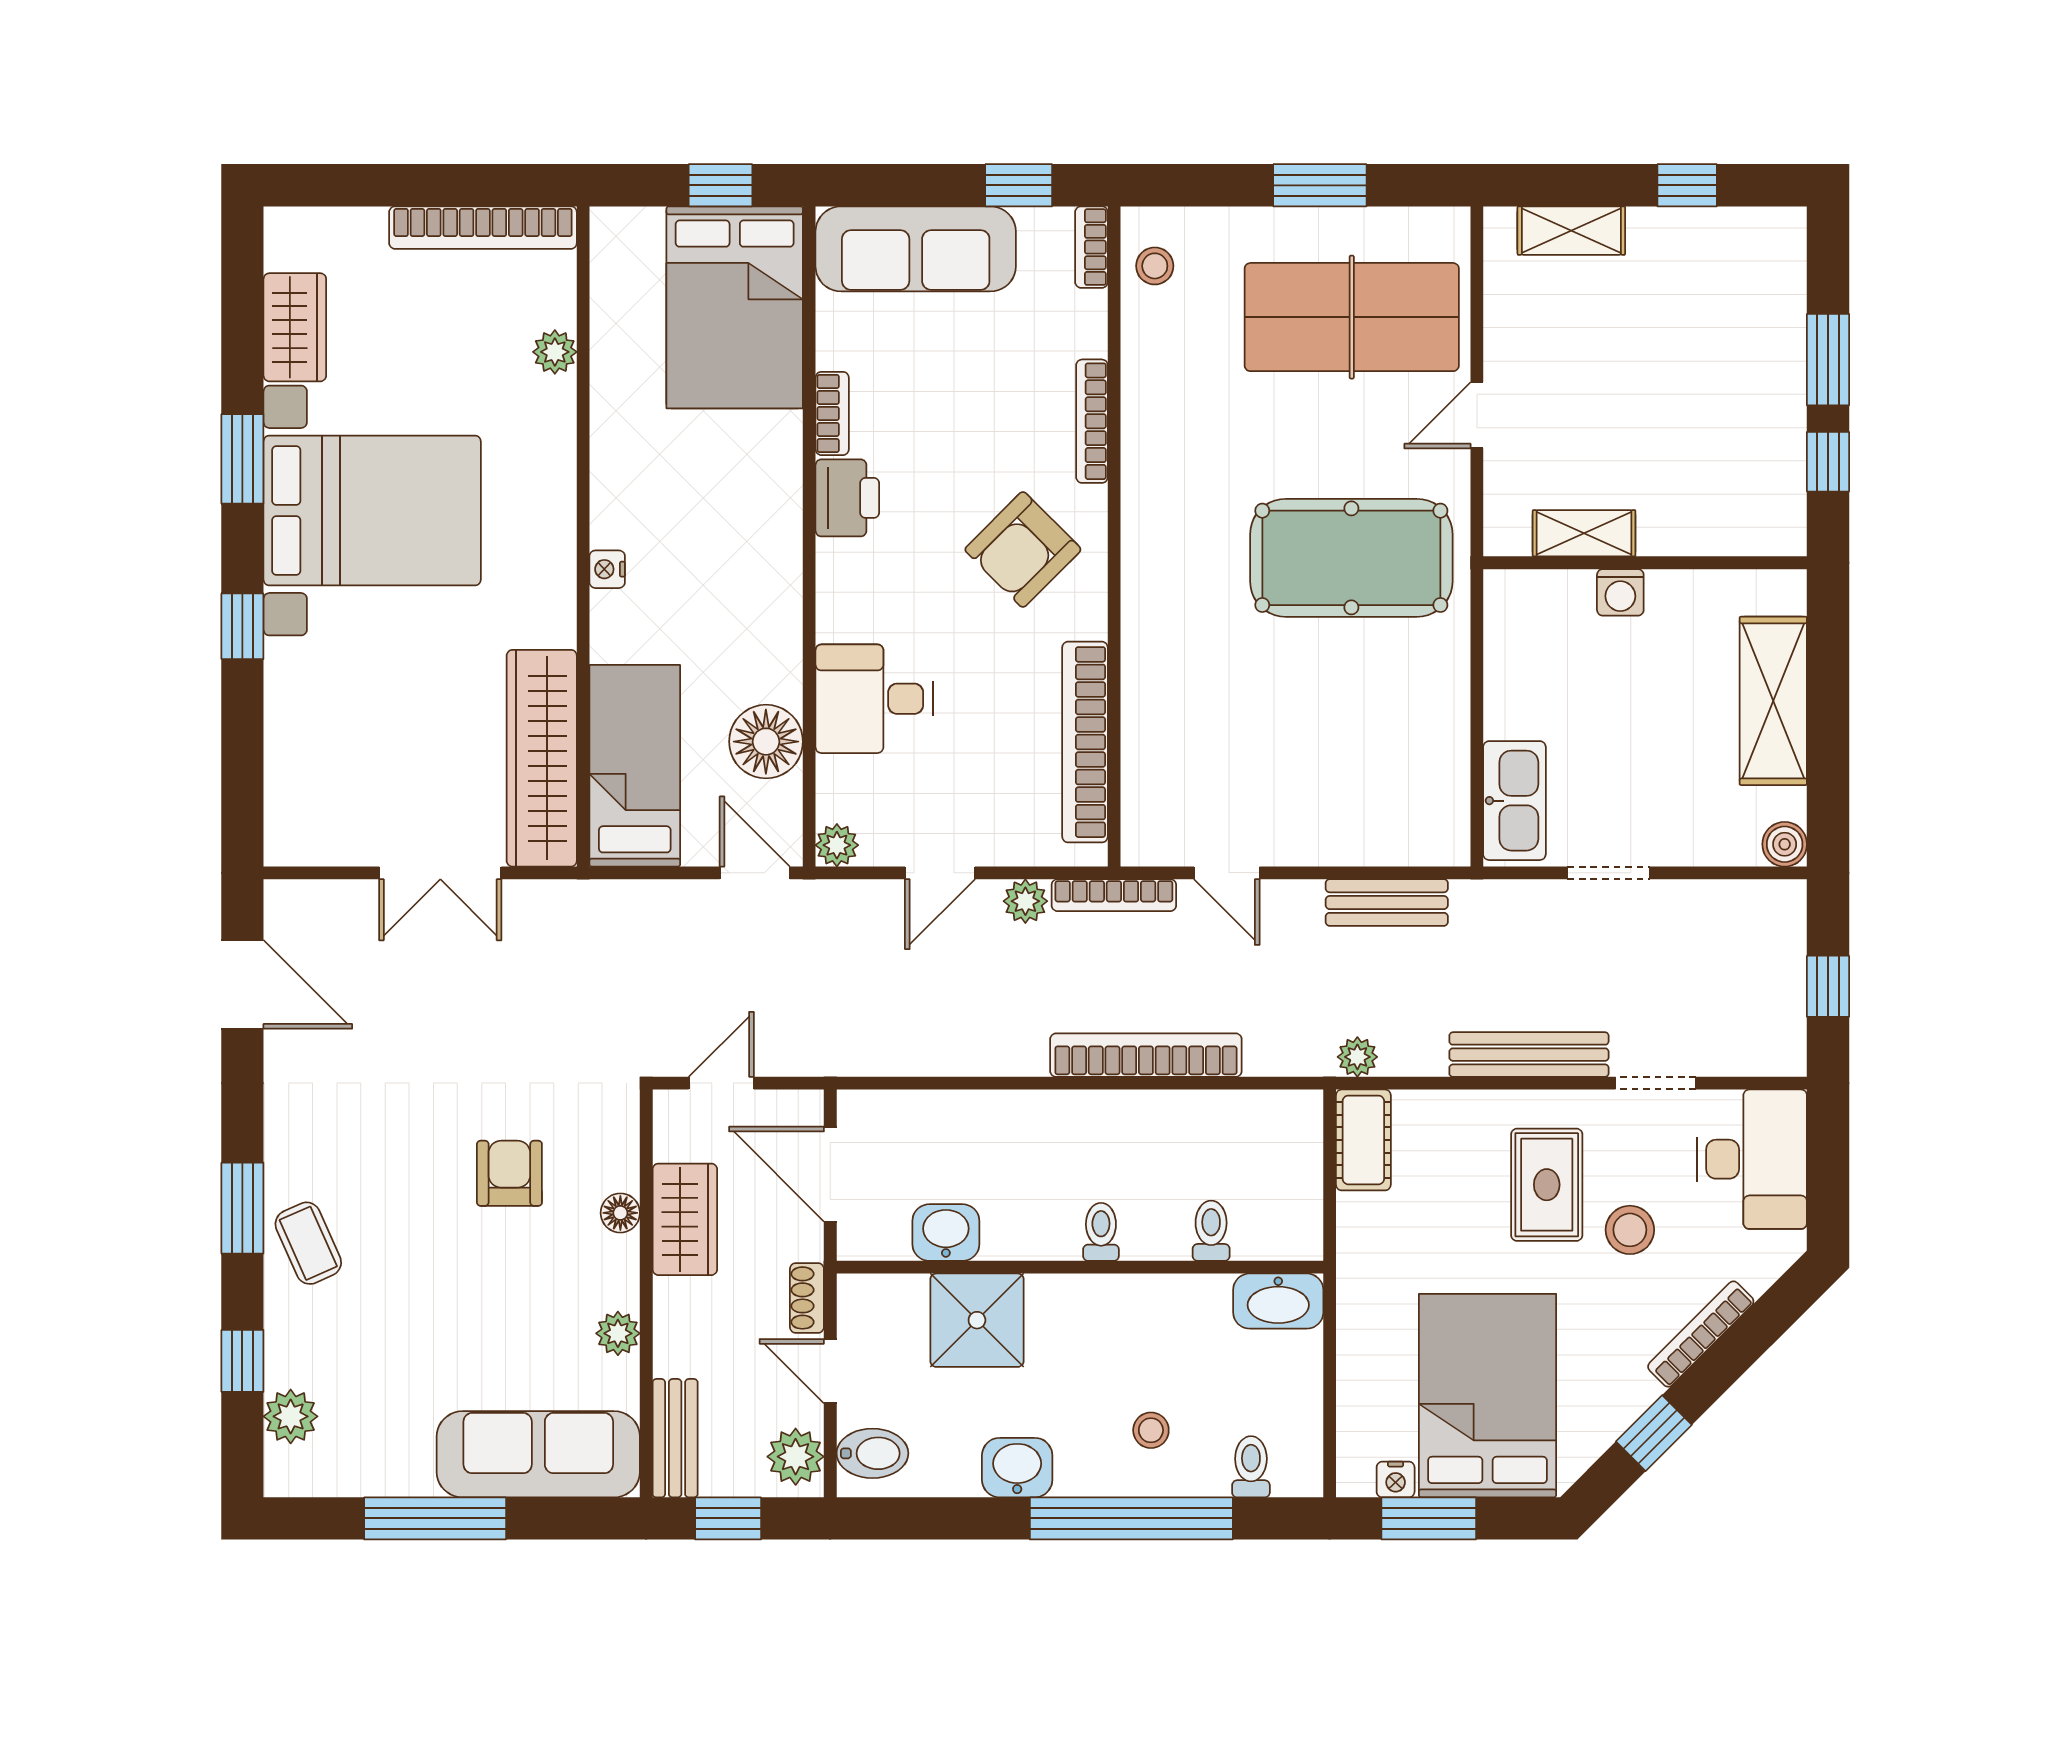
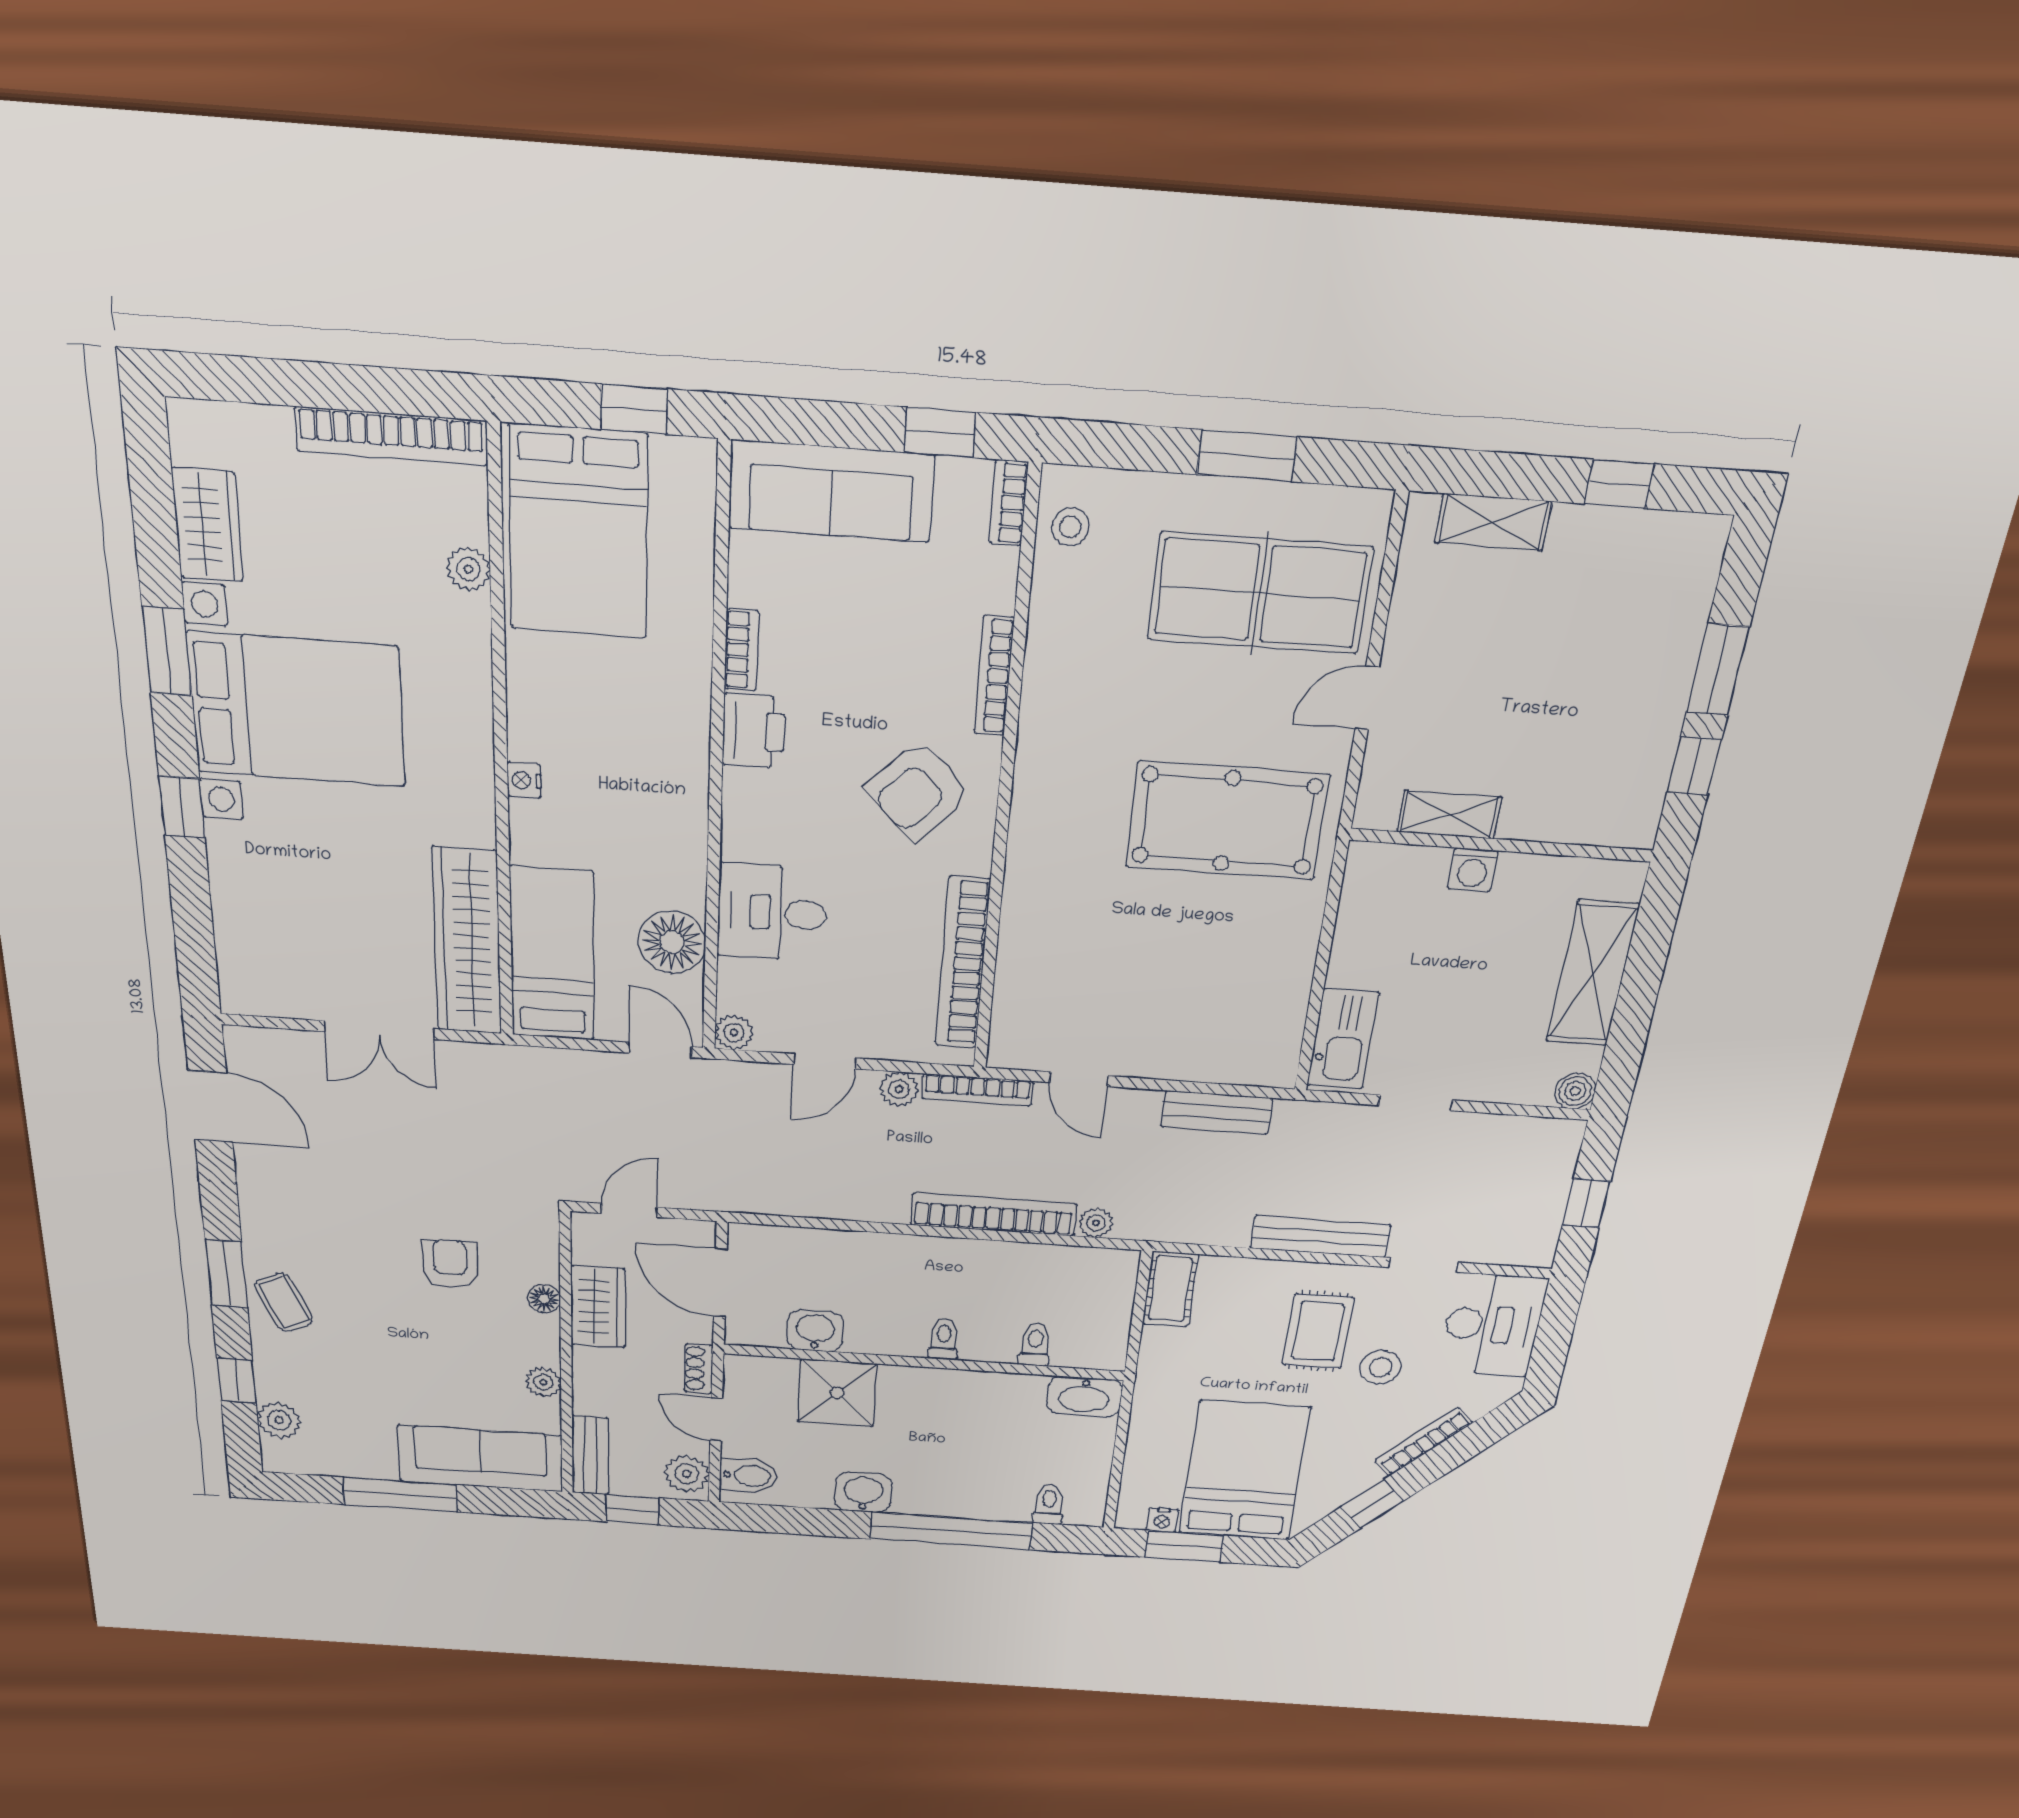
bed: (735, 307) -> (578, 532), moved
plant: (1357, 1057) -> (1096, 1223), moved
stool: (1151, 1430) -> (972, 1475), removed

